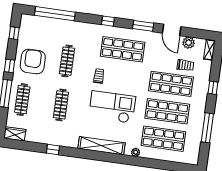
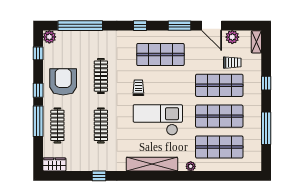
plant: (26, 20) -> (49, 37), added

